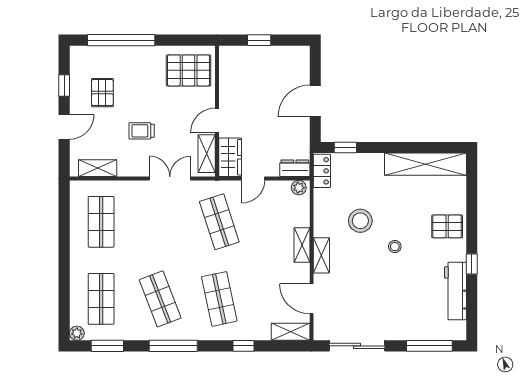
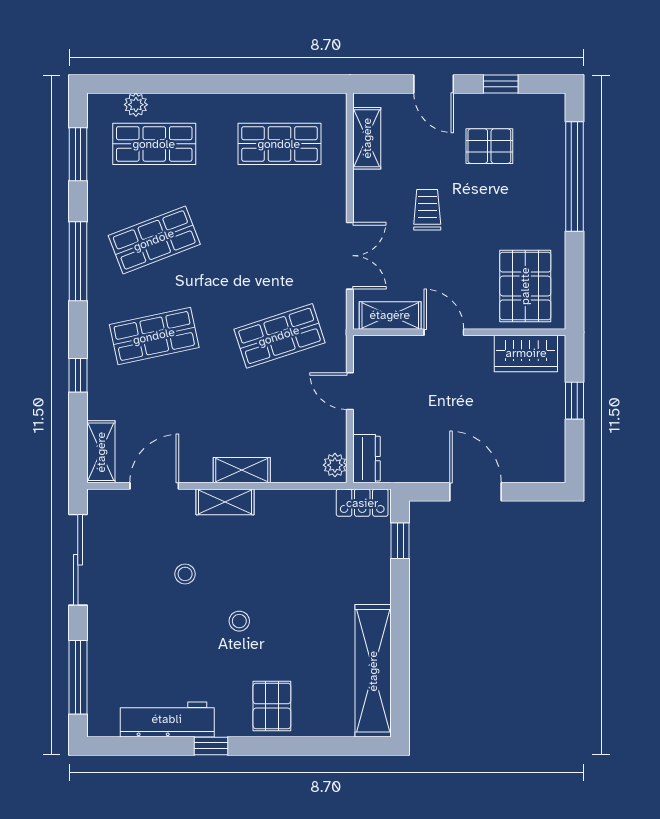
wardrobe: (230, 157) -> (526, 353), moved
stool: (360, 221) -> (185, 574), moved, width x0.53, depth x0.53
plant: (77, 333) -> (136, 105), moved

